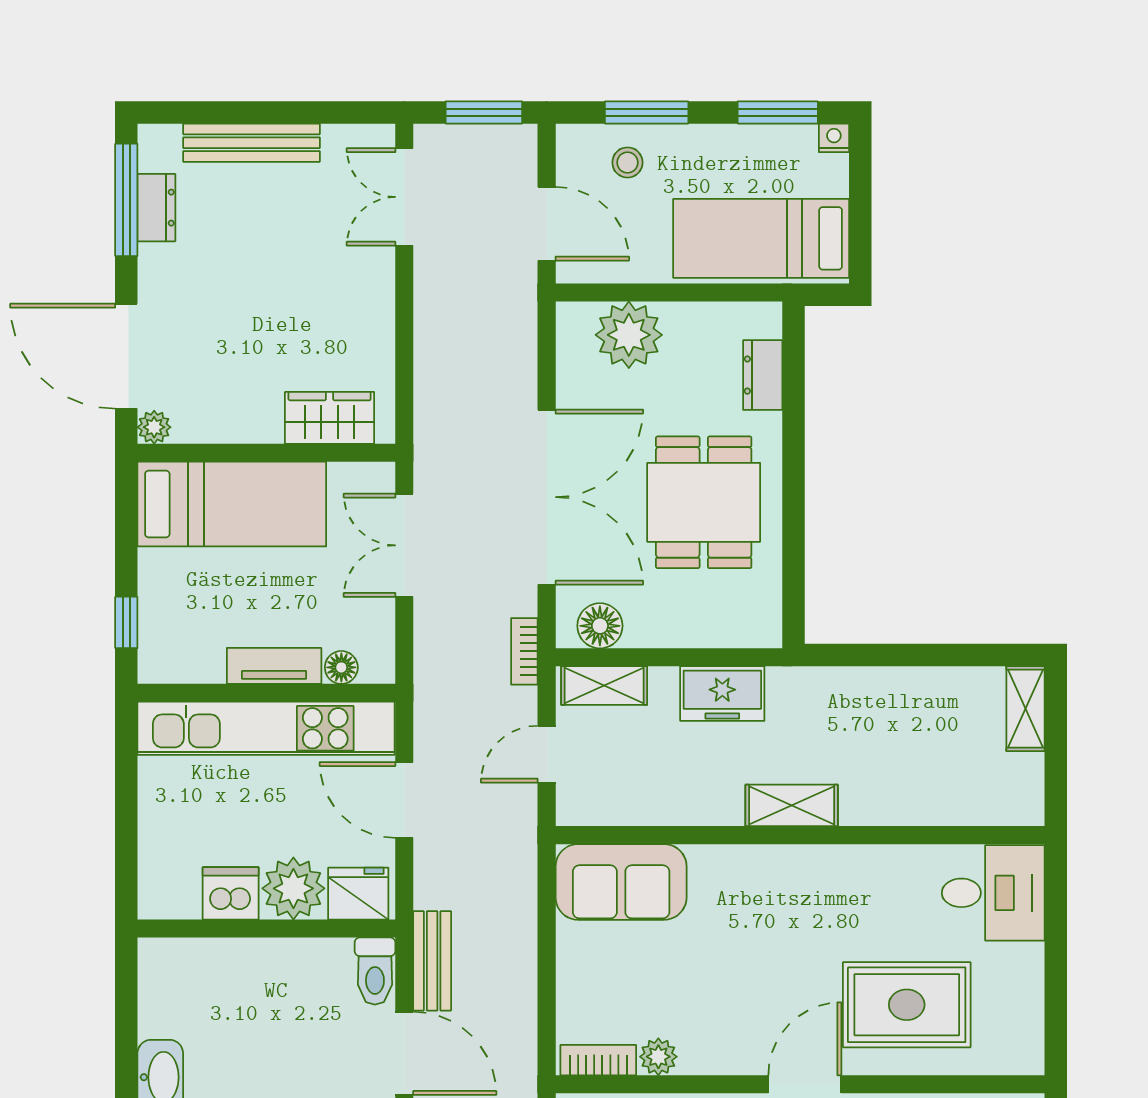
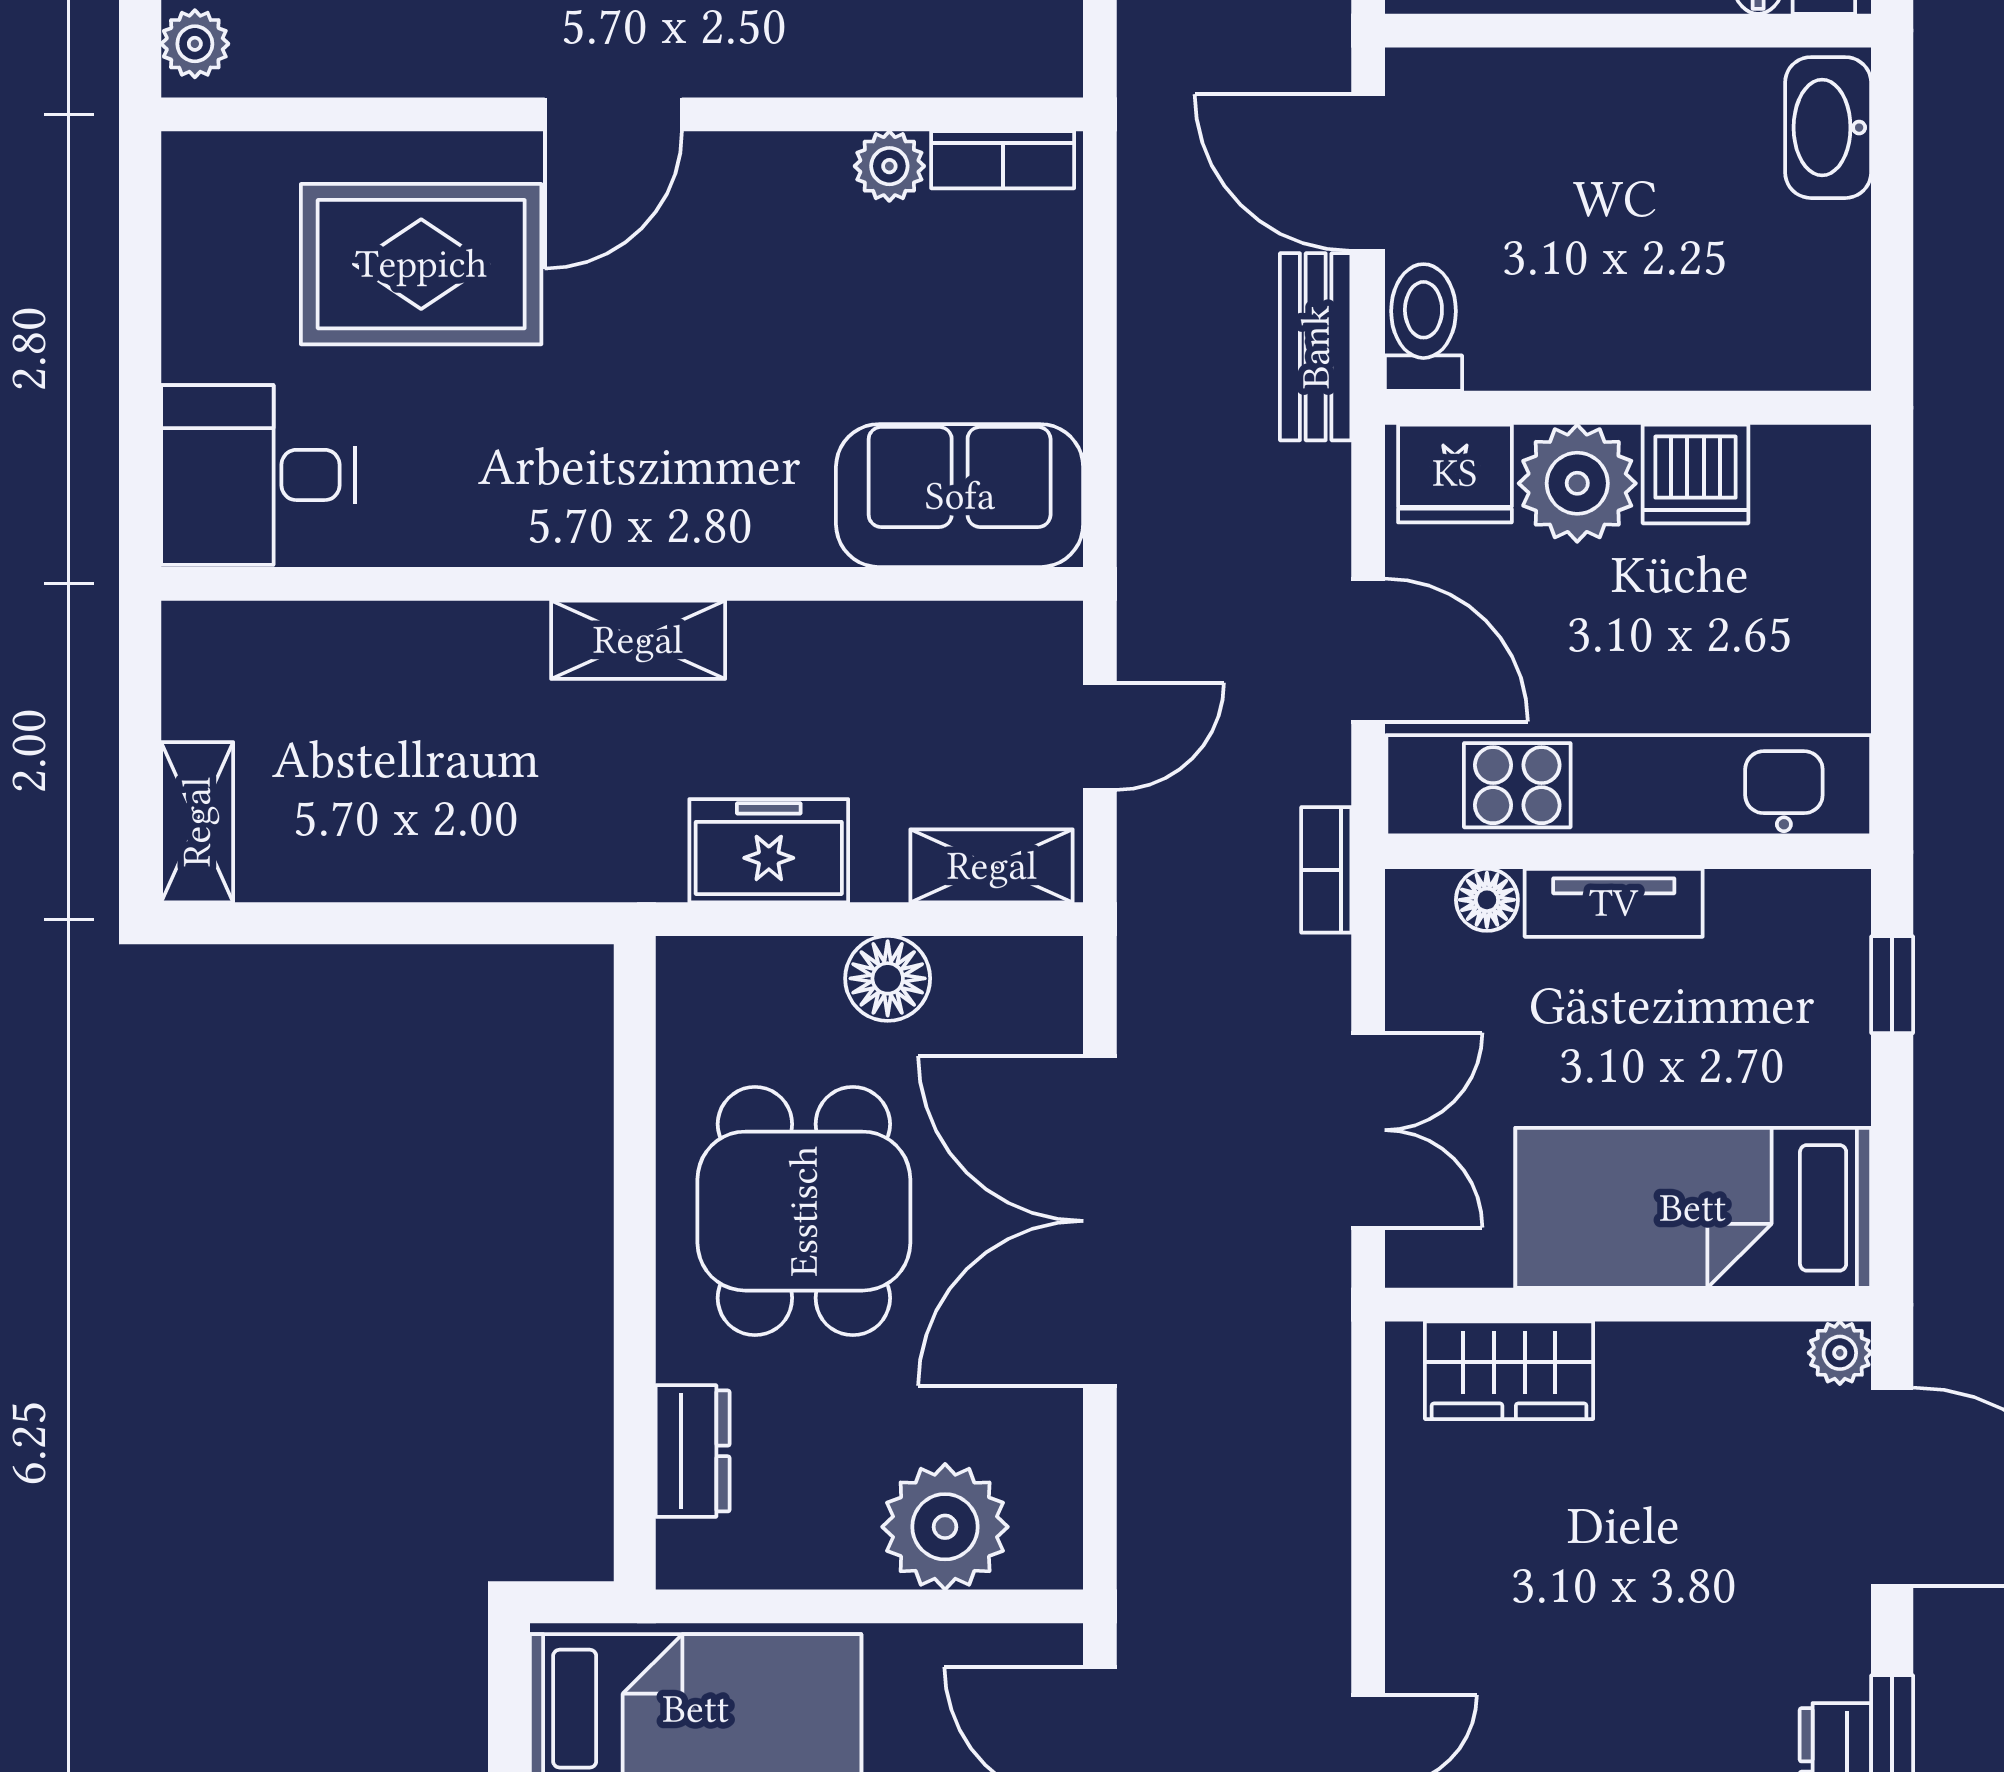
floor lamp: (600, 626) -> (888, 978), moved
bookcase: (524, 651) -> (1326, 870), moved, turned 180

